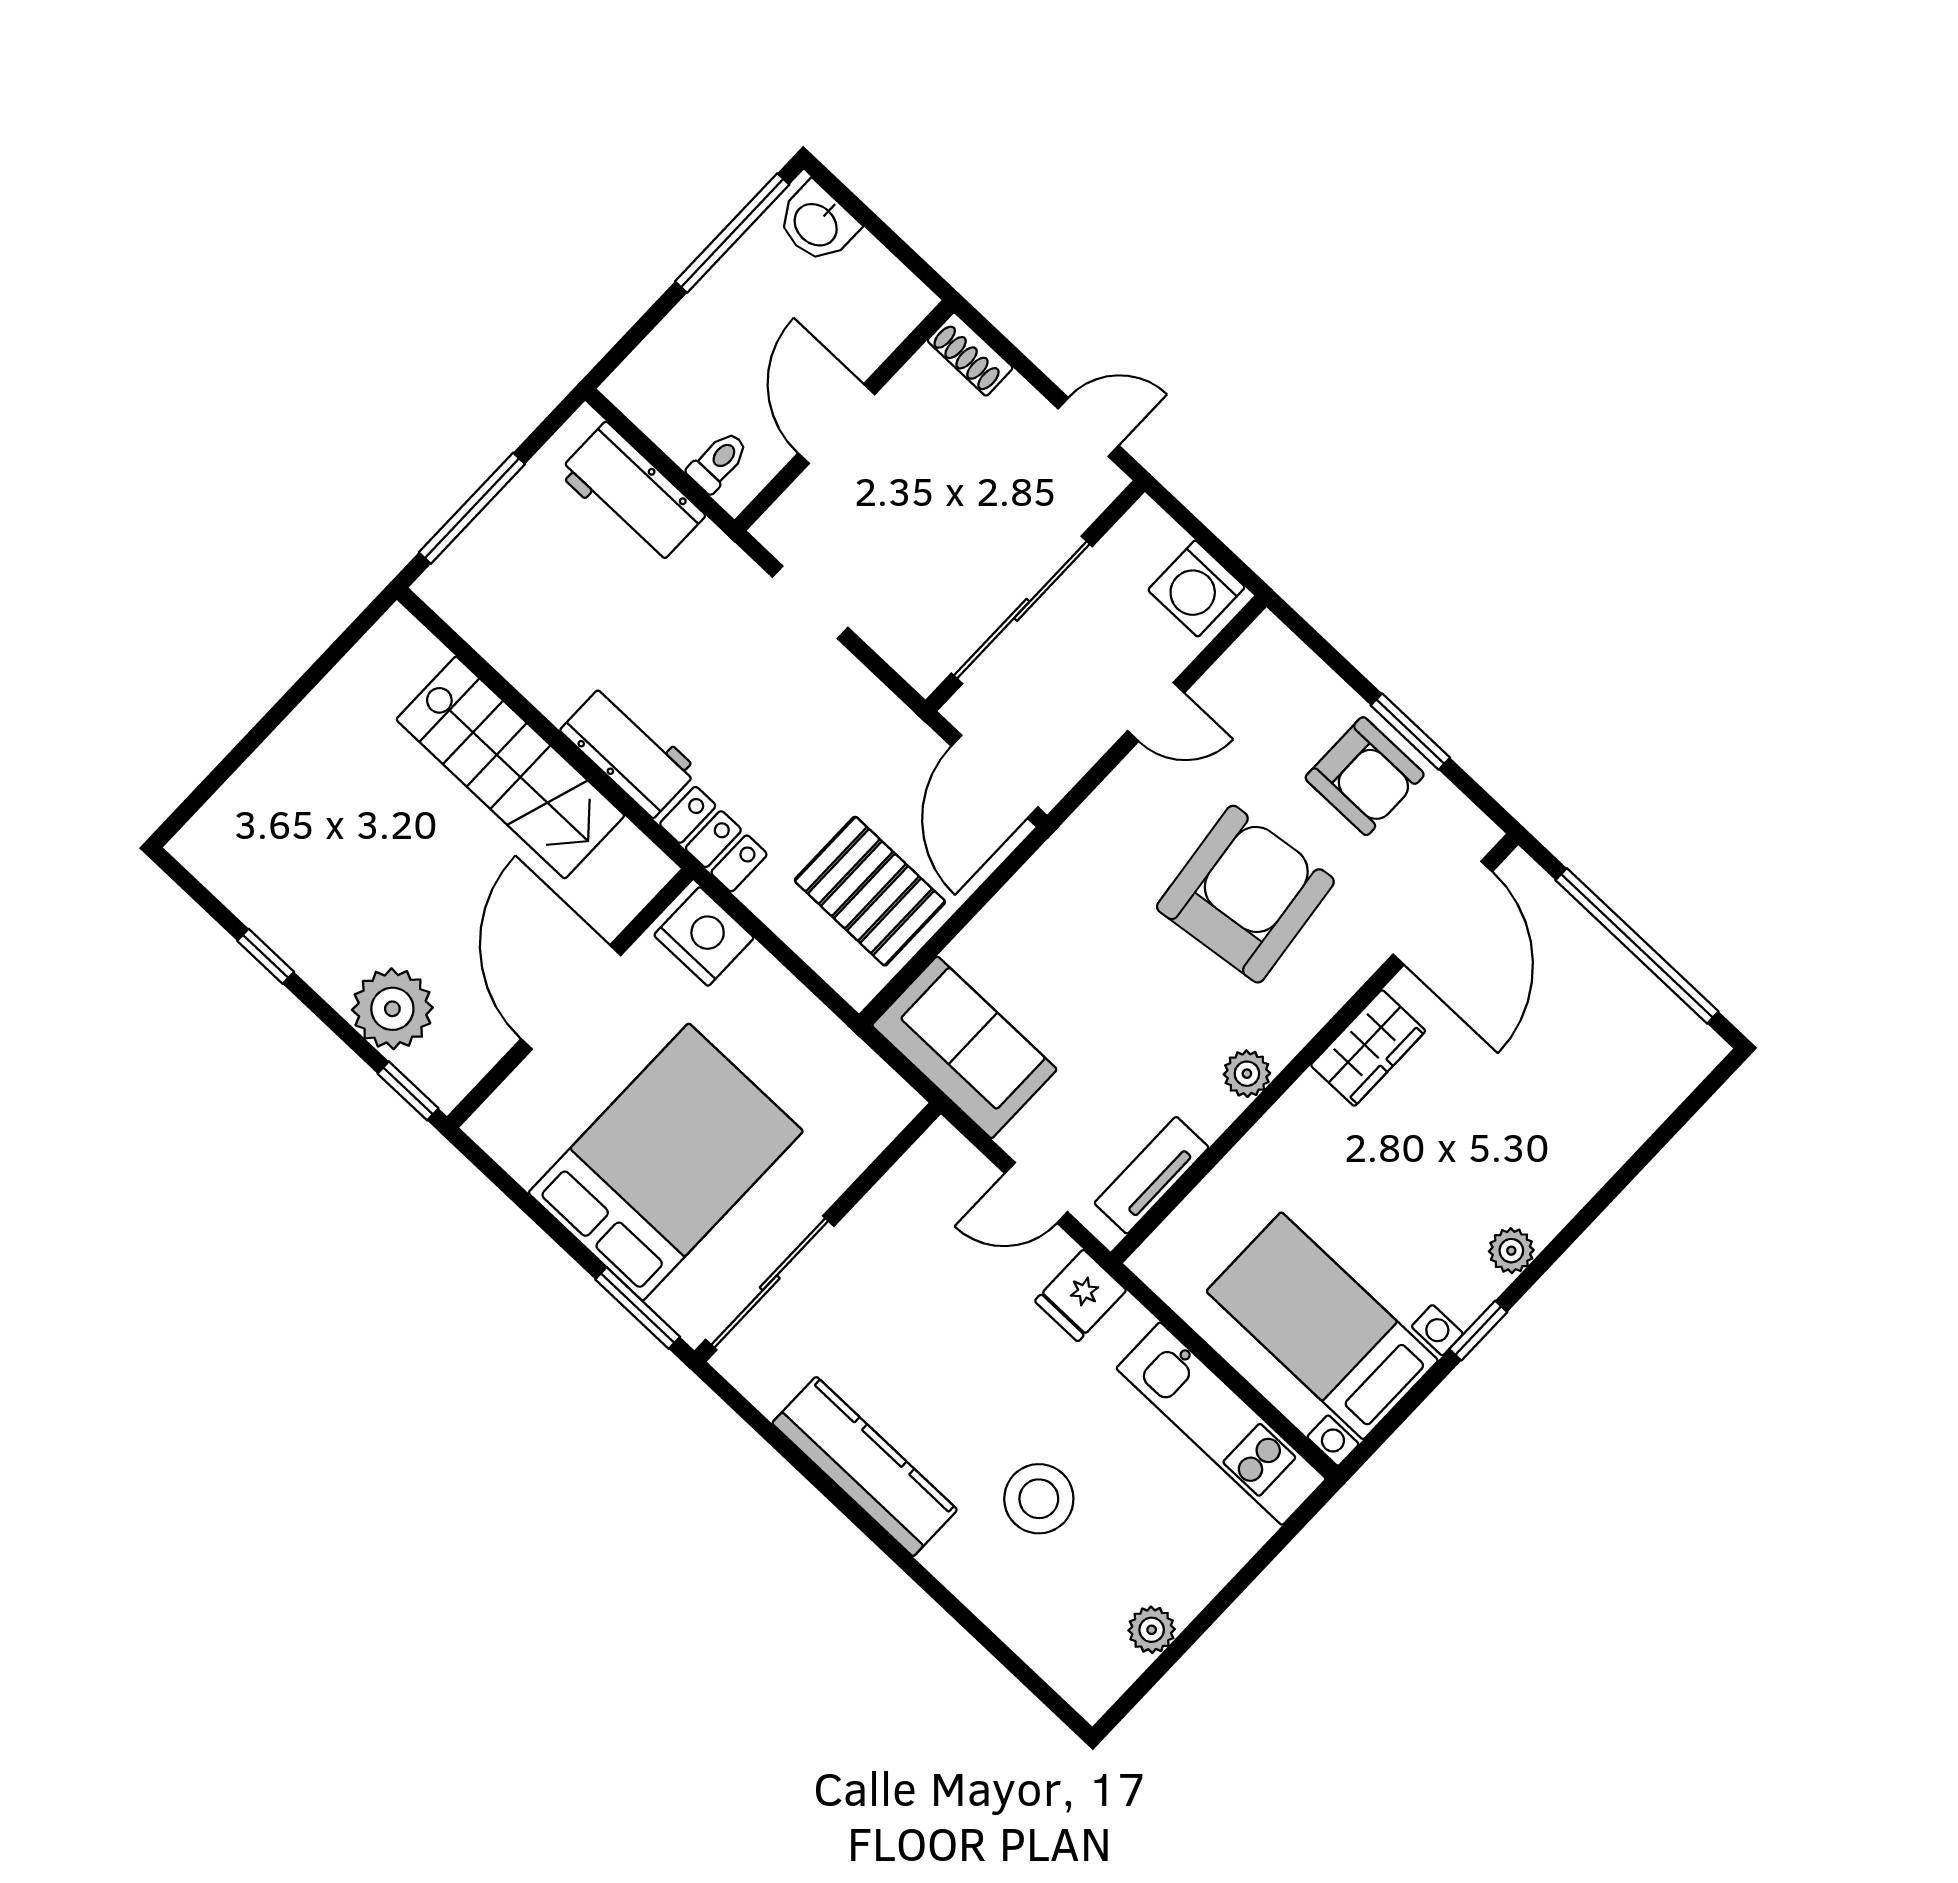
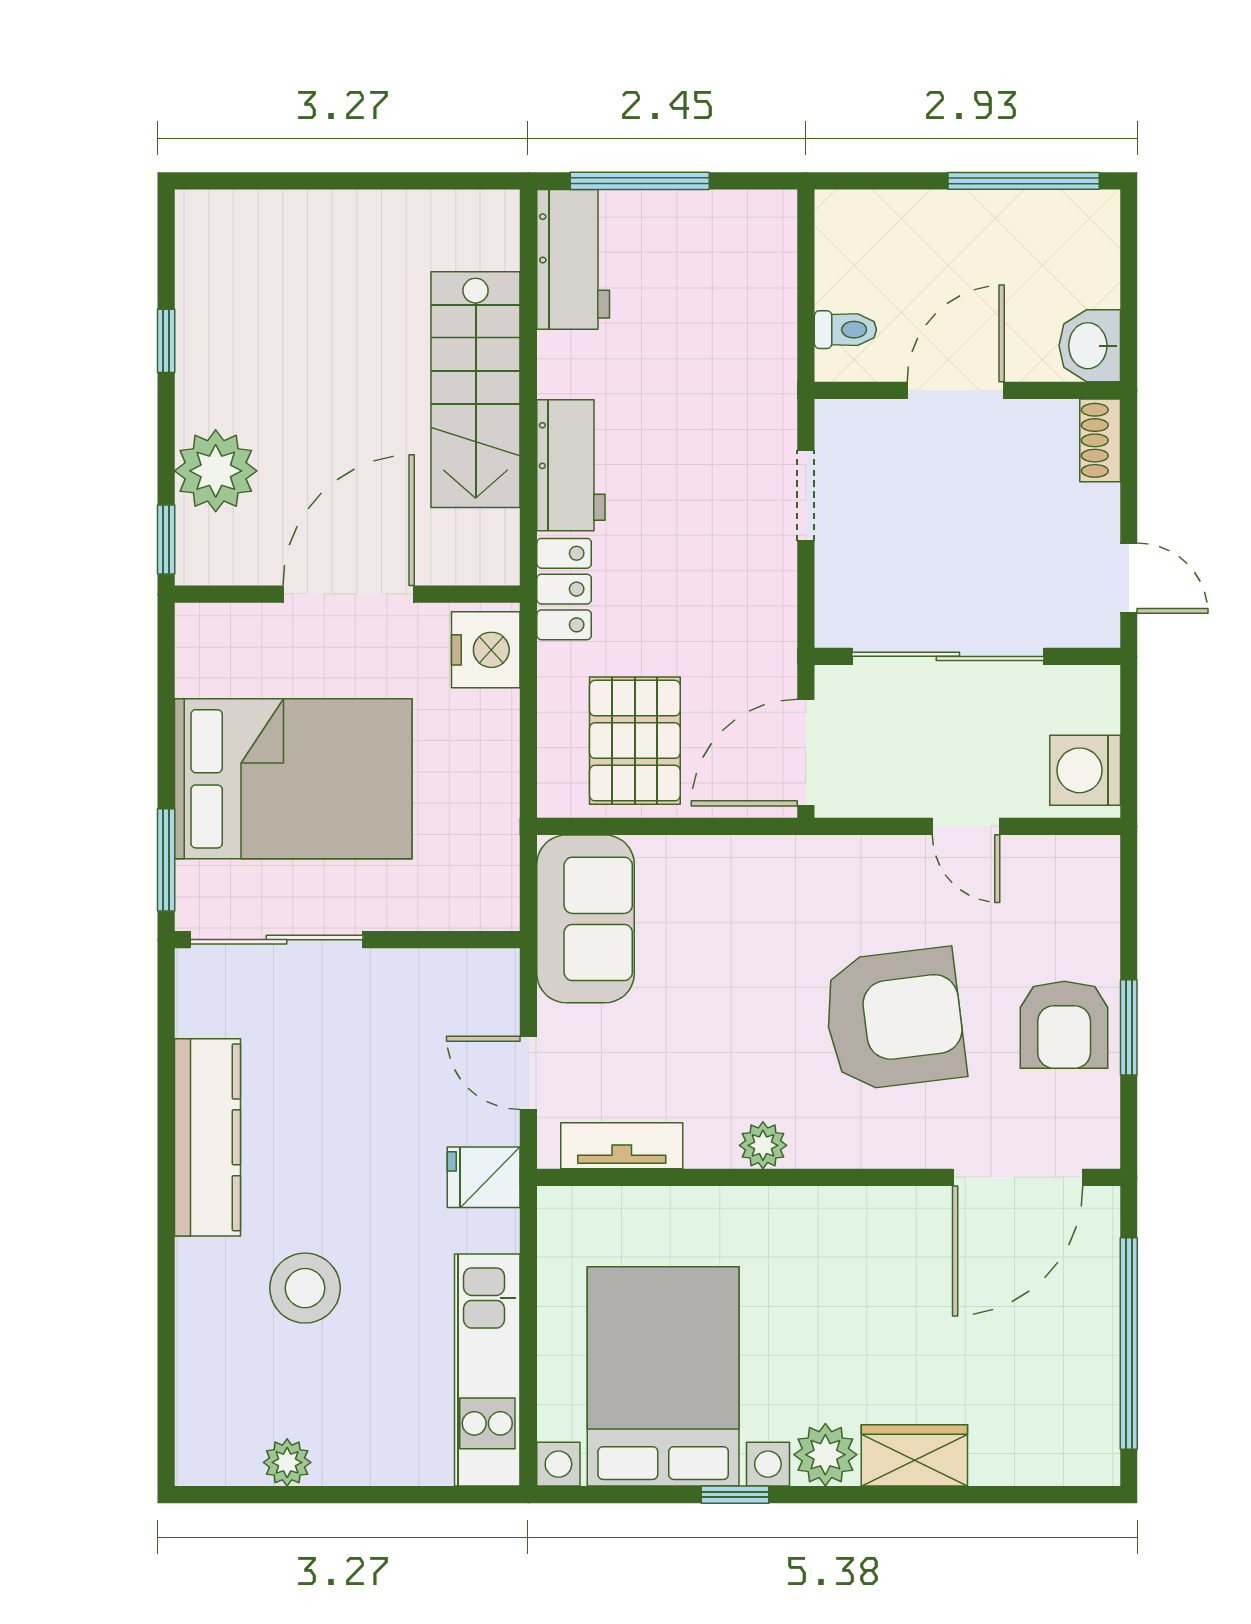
washbasin: (817, 223) -> (1090, 346), moved
workbench: (632, 494) -> (573, 259), moved, turned 180
wardrobe: (1368, 1048) -> (914, 1455), moved, turned 180
plant: (1511, 1251) -> (825, 1455), width x1.38, depth x1.38
bed with nightstands: (1322, 1326) -> (663, 1376), width x1.36

